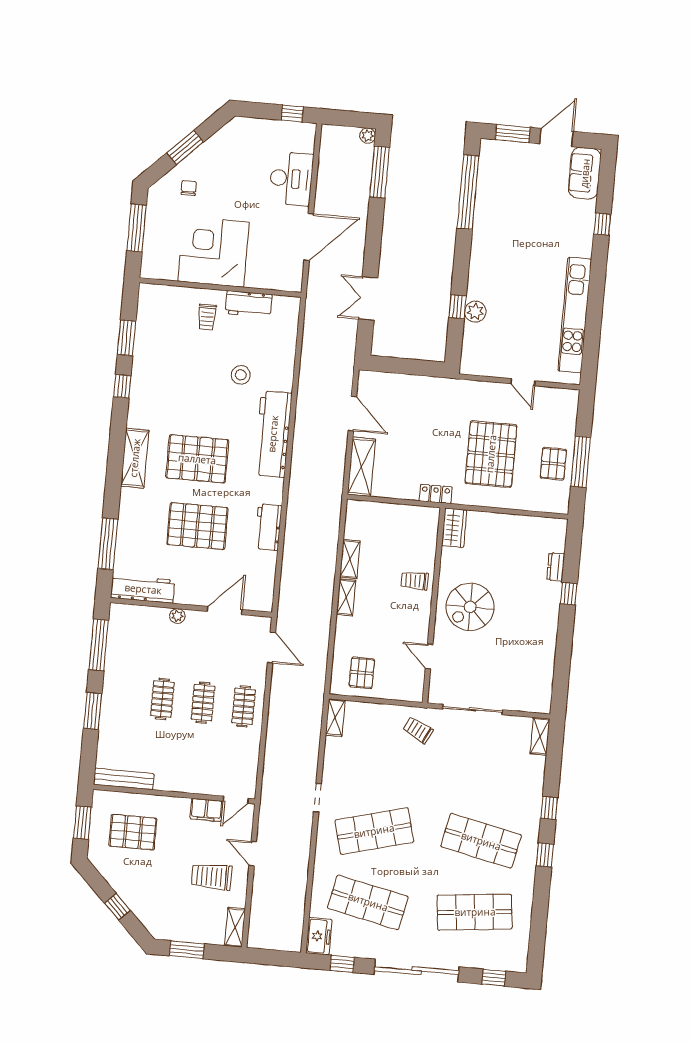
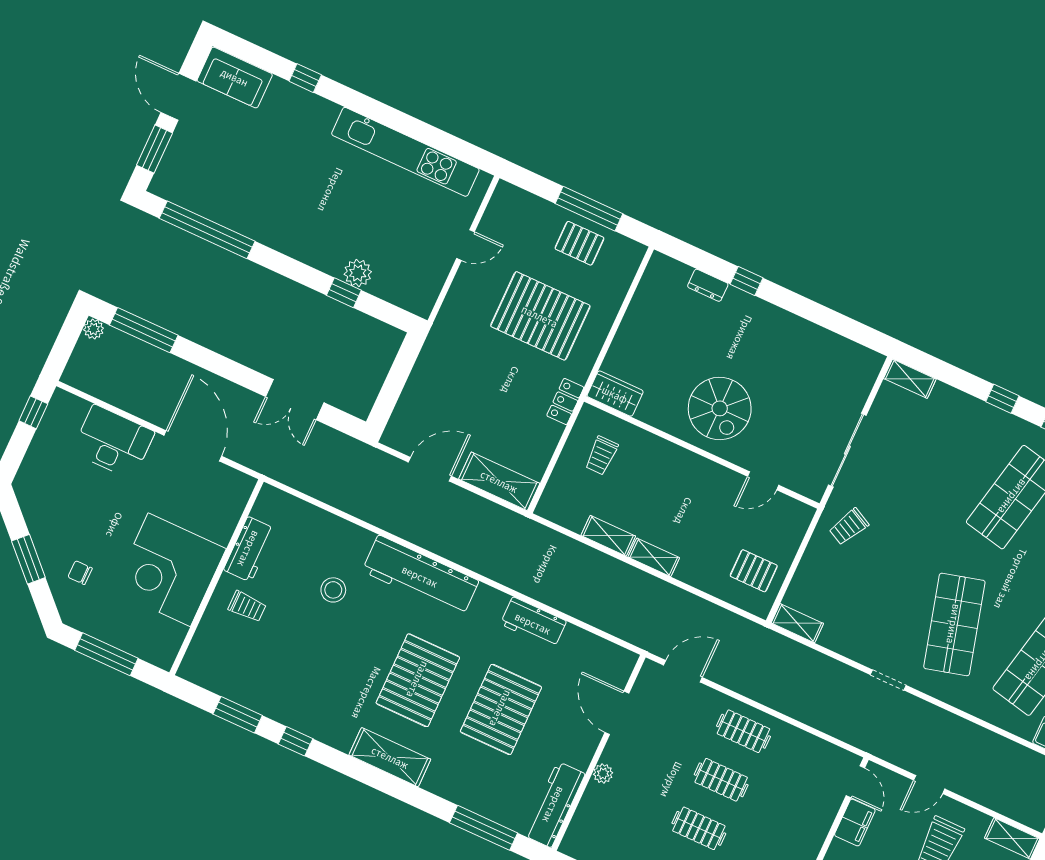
trolley: (415, 581) -> (601, 456), moved

